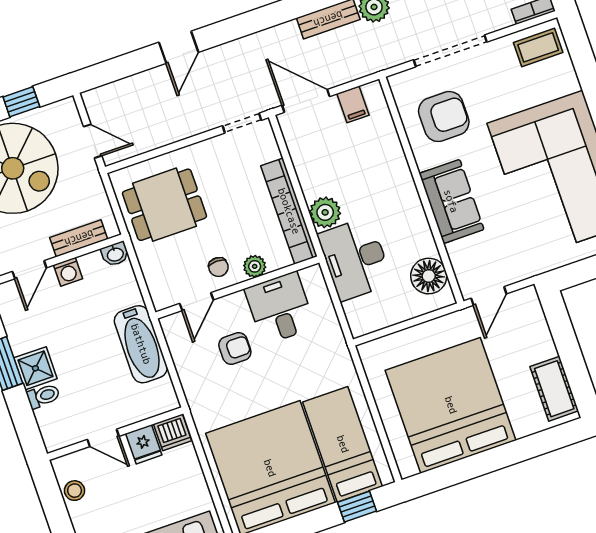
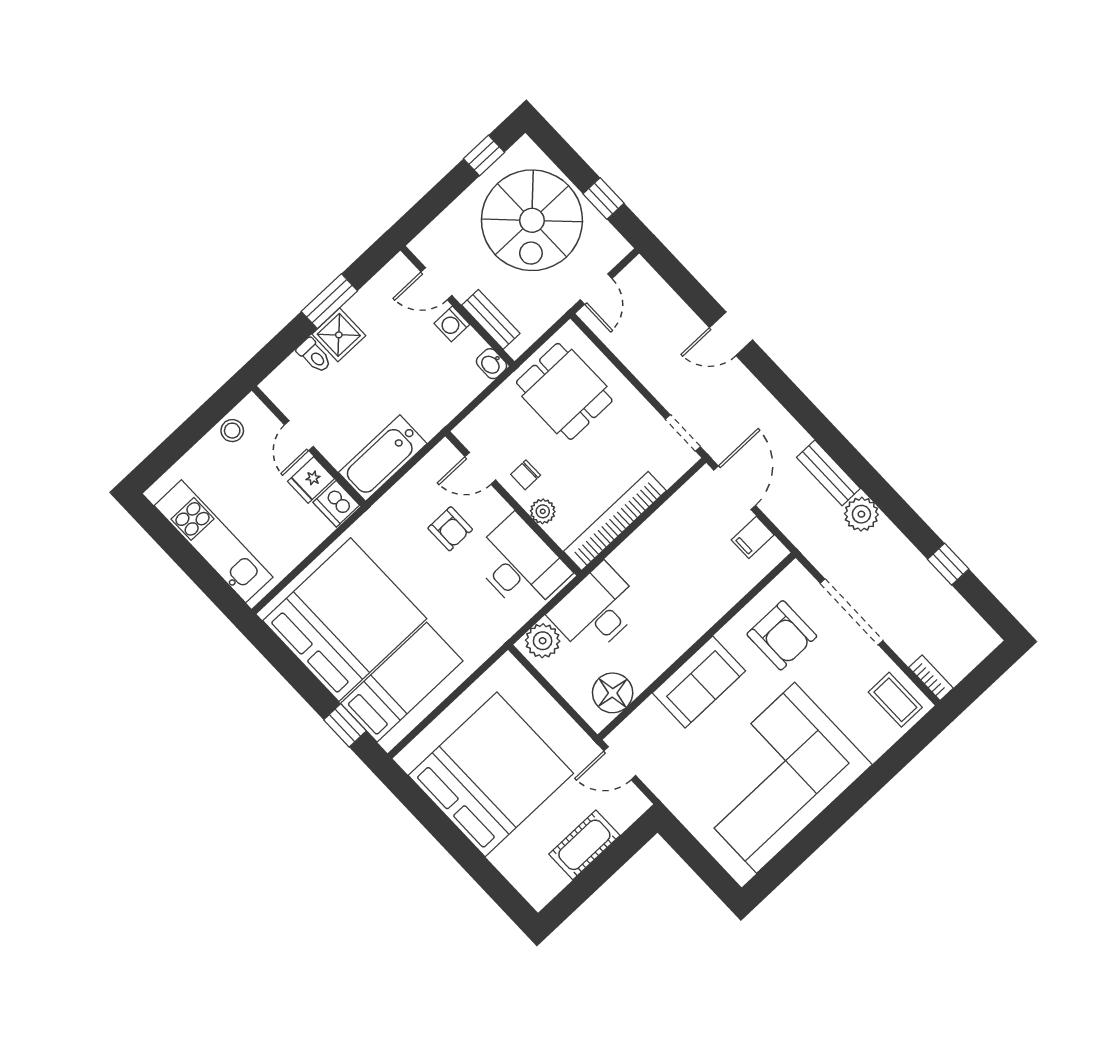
plant: (325, 212) -> (543, 641), moved
desk: (280, 308) -> (520, 565), width x1.37
bathtub: (141, 344) -> (383, 458), moved
cot: (554, 389) -> (584, 845), moved

